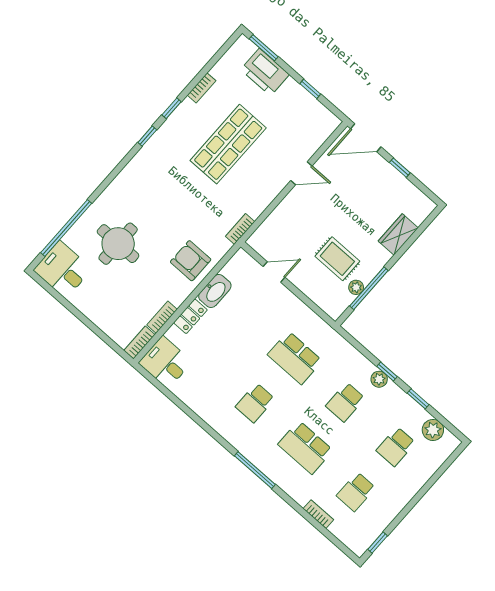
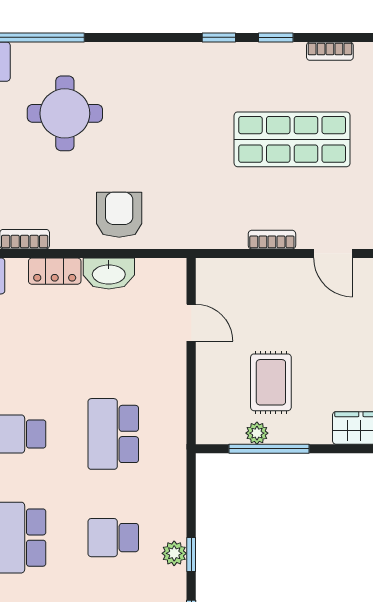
bookcase: (240, 229) -> (272, 240), moved

